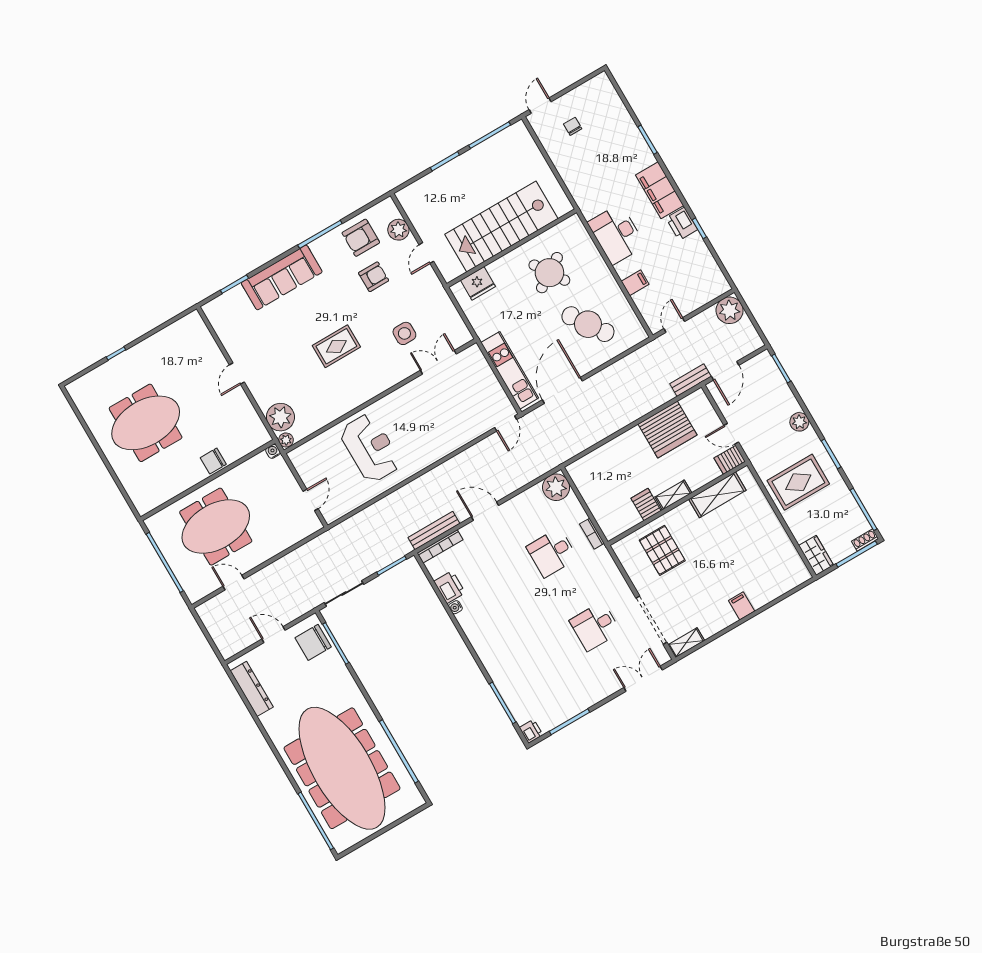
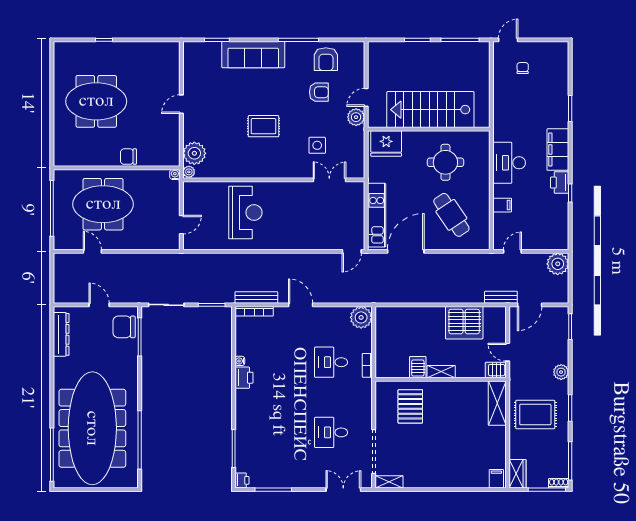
plant: (398, 230) -> (356, 117), moved
armchair: (361, 238) -> (326, 59), turned -90
round table: (549, 273) -> (445, 162), turned 33
fridge: (478, 283) -> (386, 144), width x1.36, depth x1.34
shelving: (717, 495) -> (497, 403), moved, turned 90
printer: (450, 587) -> (244, 378), moved
filing cabinet: (742, 606) -> (496, 479), moved

